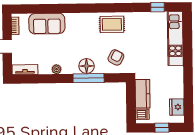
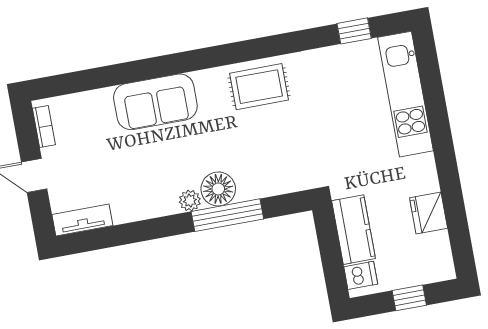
sofa: (47, 24) -> (155, 102), moved
armchair: (116, 57) -> (280, 159), removed
plant: (57, 69) -> (190, 201), moved
fridge: (177, 107) -> (429, 213), moved

